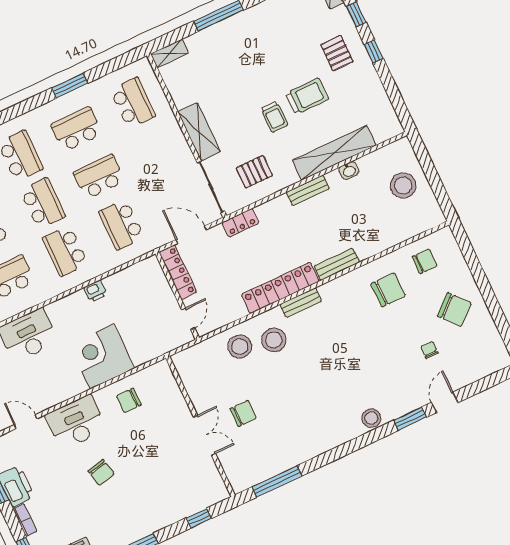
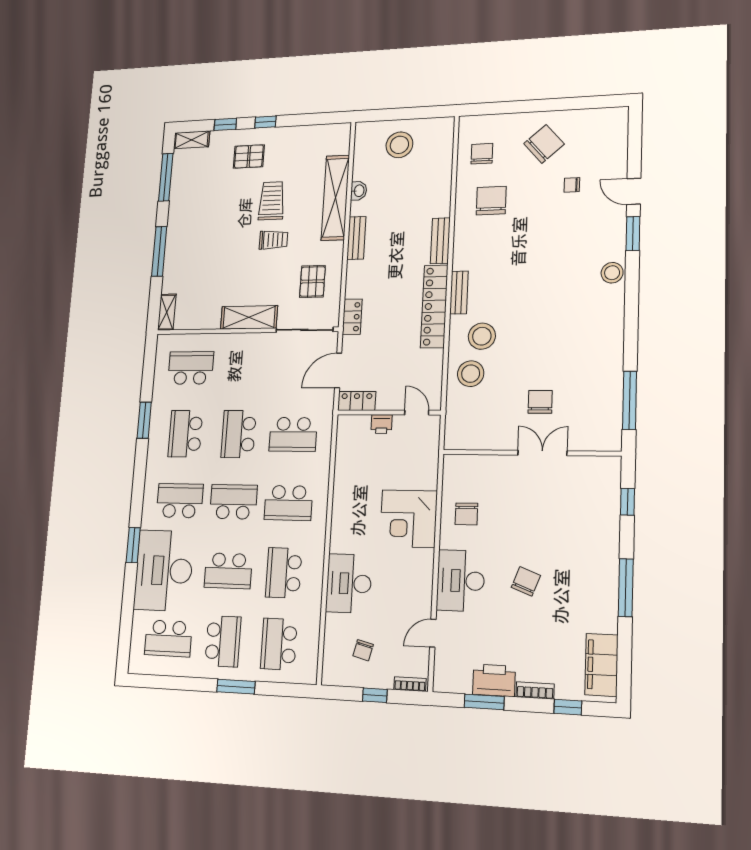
locker: (178, 272) -> (357, 401), width x0.66
printer: (96, 291) -> (382, 424), moved, turned 90
chair: (101, 472) -> (526, 581), turned -56

